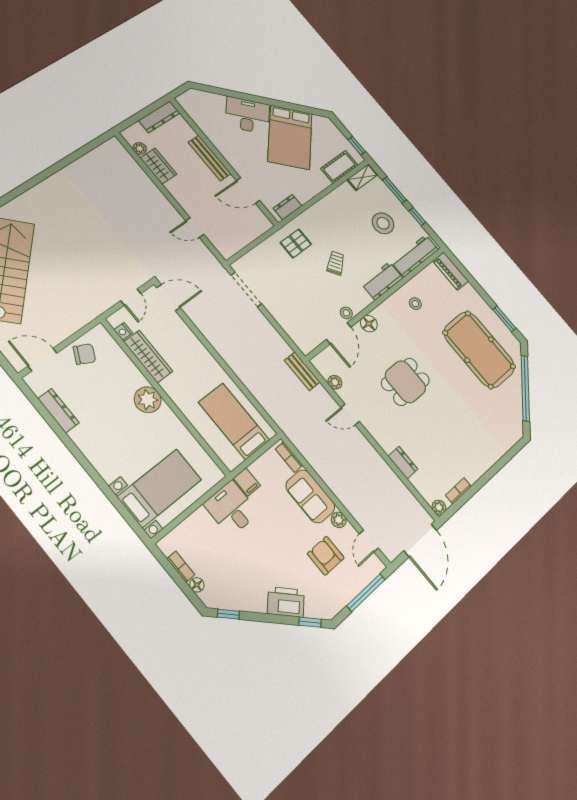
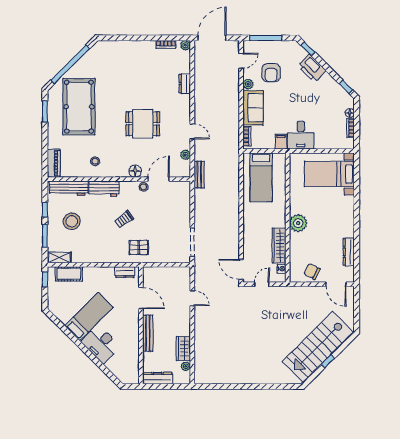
bed: (290, 137) -> (89, 317), width x0.67

